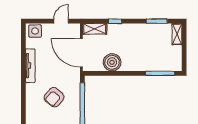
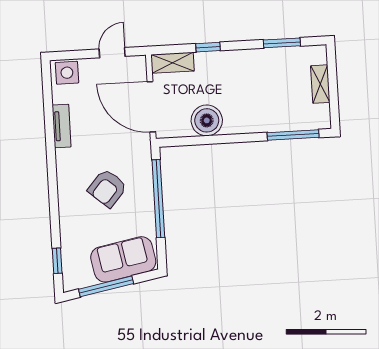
shelving: (177, 34) -> (320, 84), moved
tv unit: (30, 66) -> (62, 126), width x0.71

